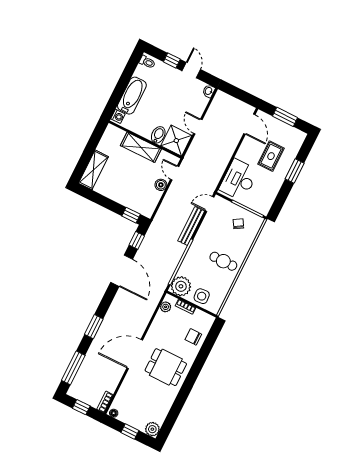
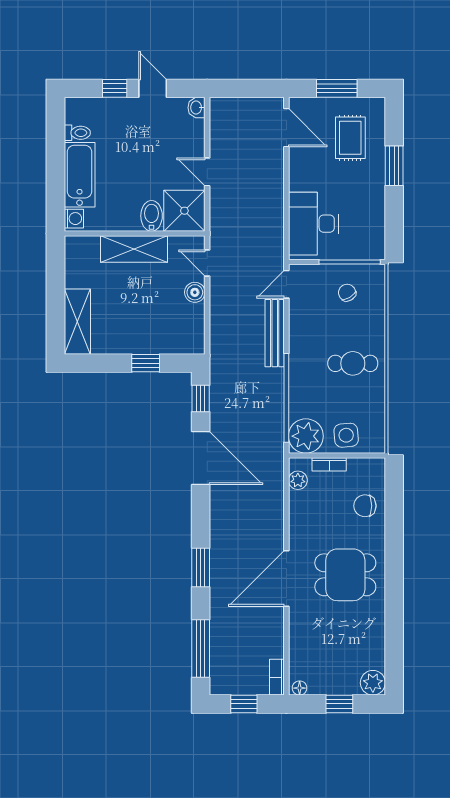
toilet: (147, 62) -> (77, 133), moved
rug: (271, 156) -> (350, 138), moved
window: (131, 215) -> (146, 363), moved

